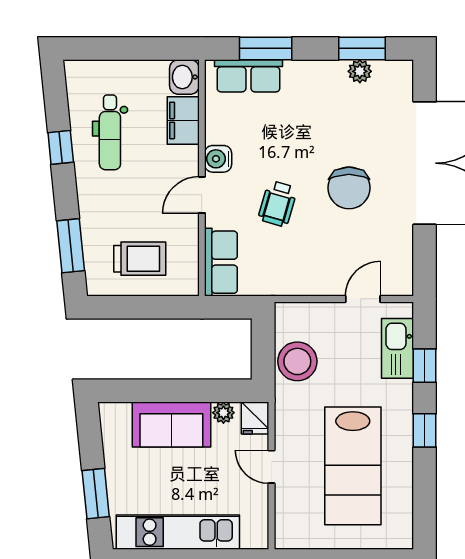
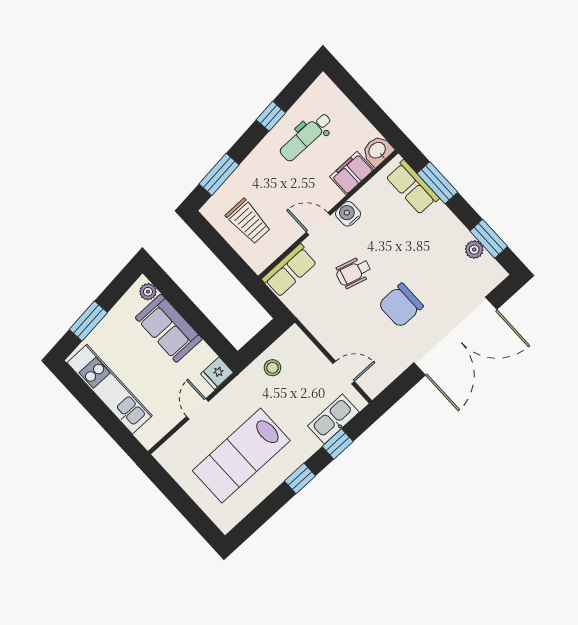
stool: (297, 361) -> (272, 368), width x0.53, depth x0.53
plant: (223, 413) -> (148, 292), moved

